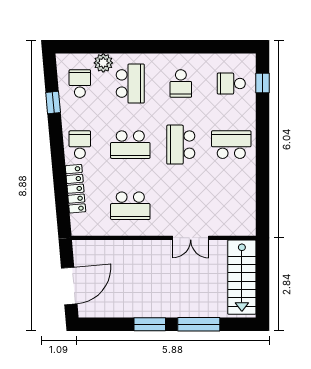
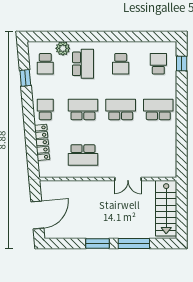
school desk: (80, 84) -> (45, 64), turned 180
school desk: (231, 84) -> (158, 64), turned 90
school desk: (130, 145) -> (83, 109), turned 180
school desk: (181, 145) -> (121, 109), turned 90

